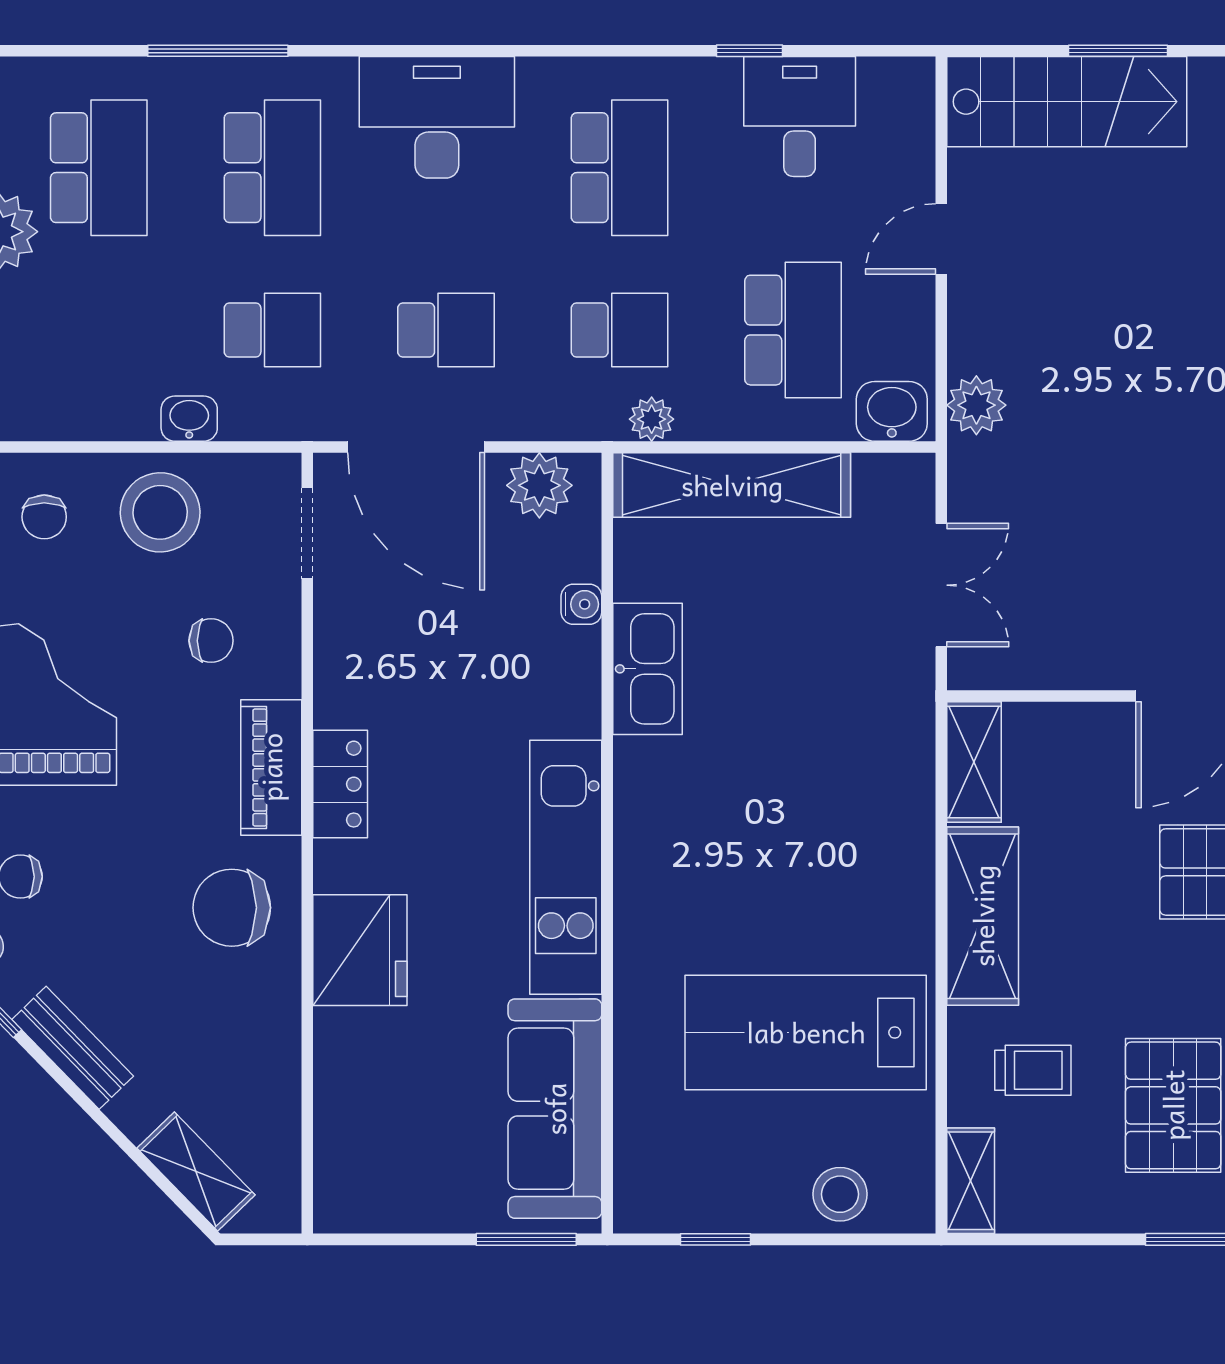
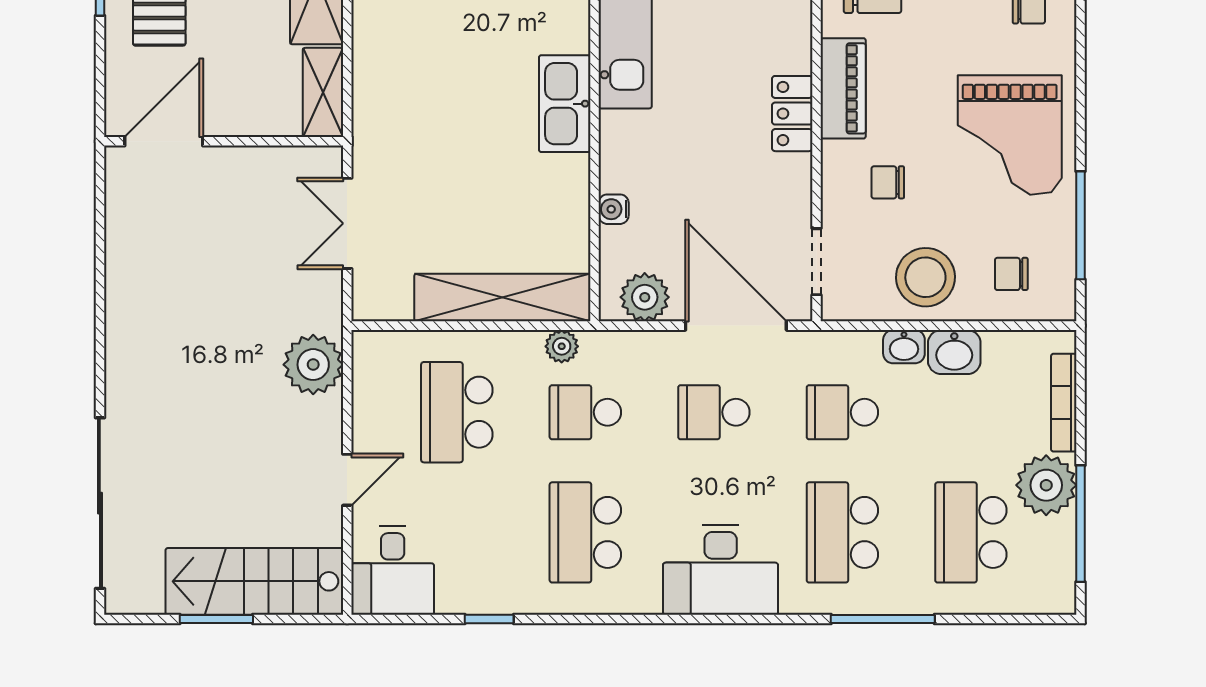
desk: (800, 116) -> (393, 570), moved
plant: (976, 405) -> (313, 365), width x1.36, depth x1.36
washbasin: (892, 411) -> (954, 352), moved
chair: (44, 517) -> (1011, 274), turned -90
kitchen sink: (648, 669) -> (565, 104), moved
locker: (340, 784) -> (792, 114), moved

